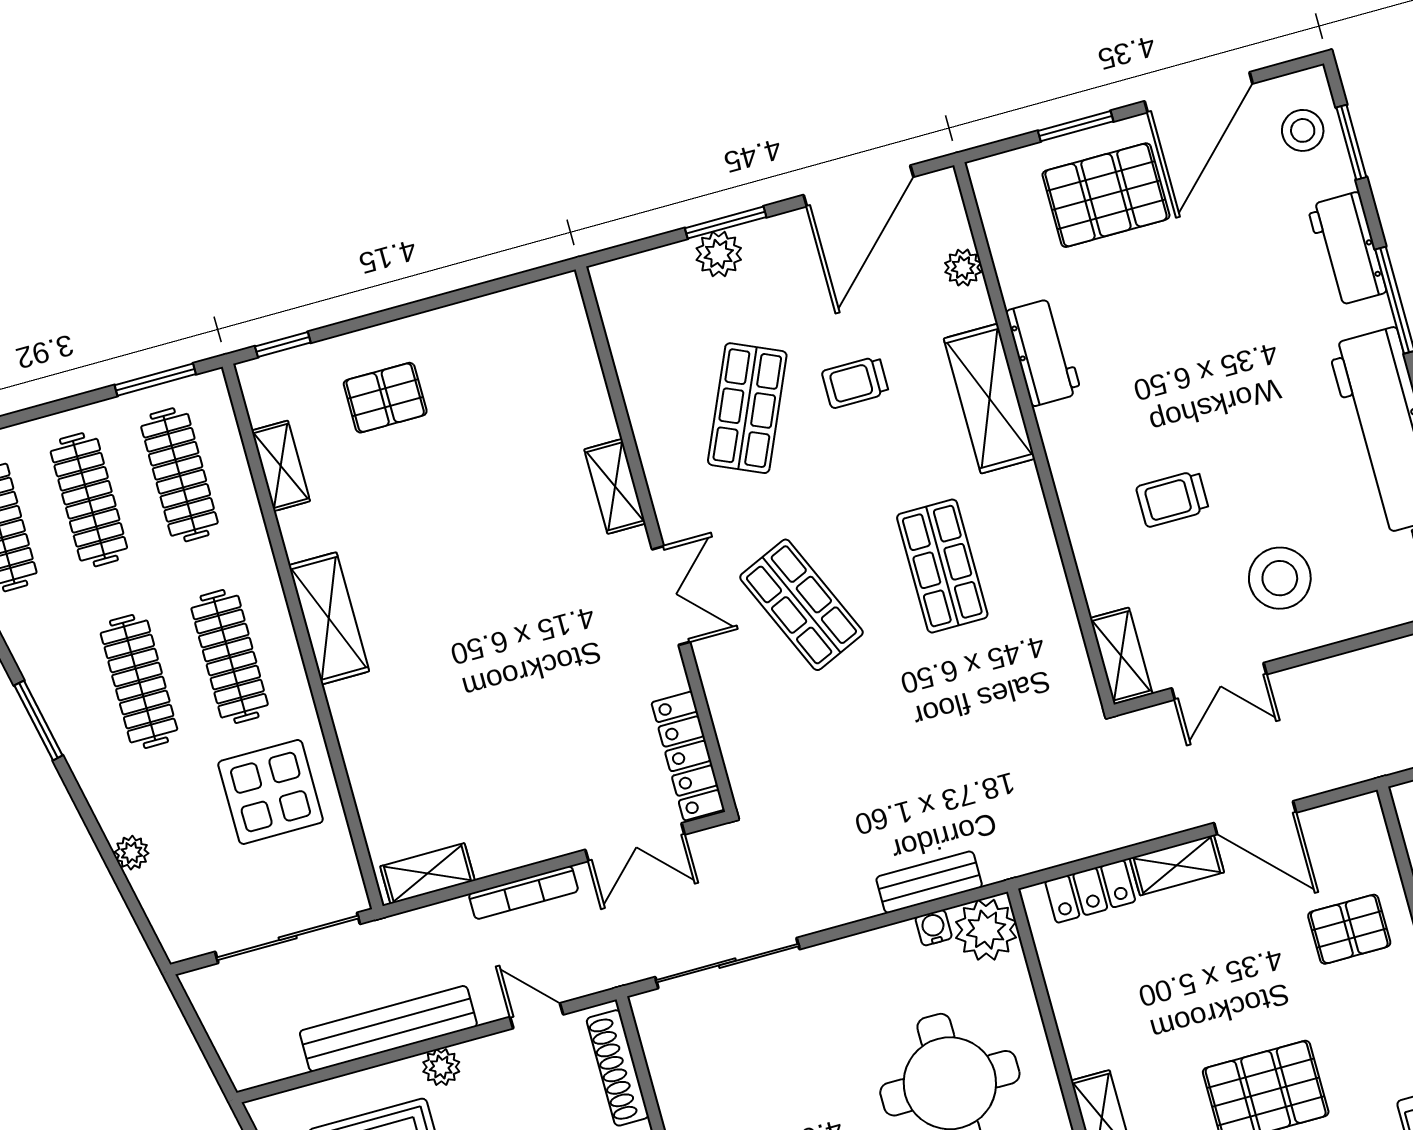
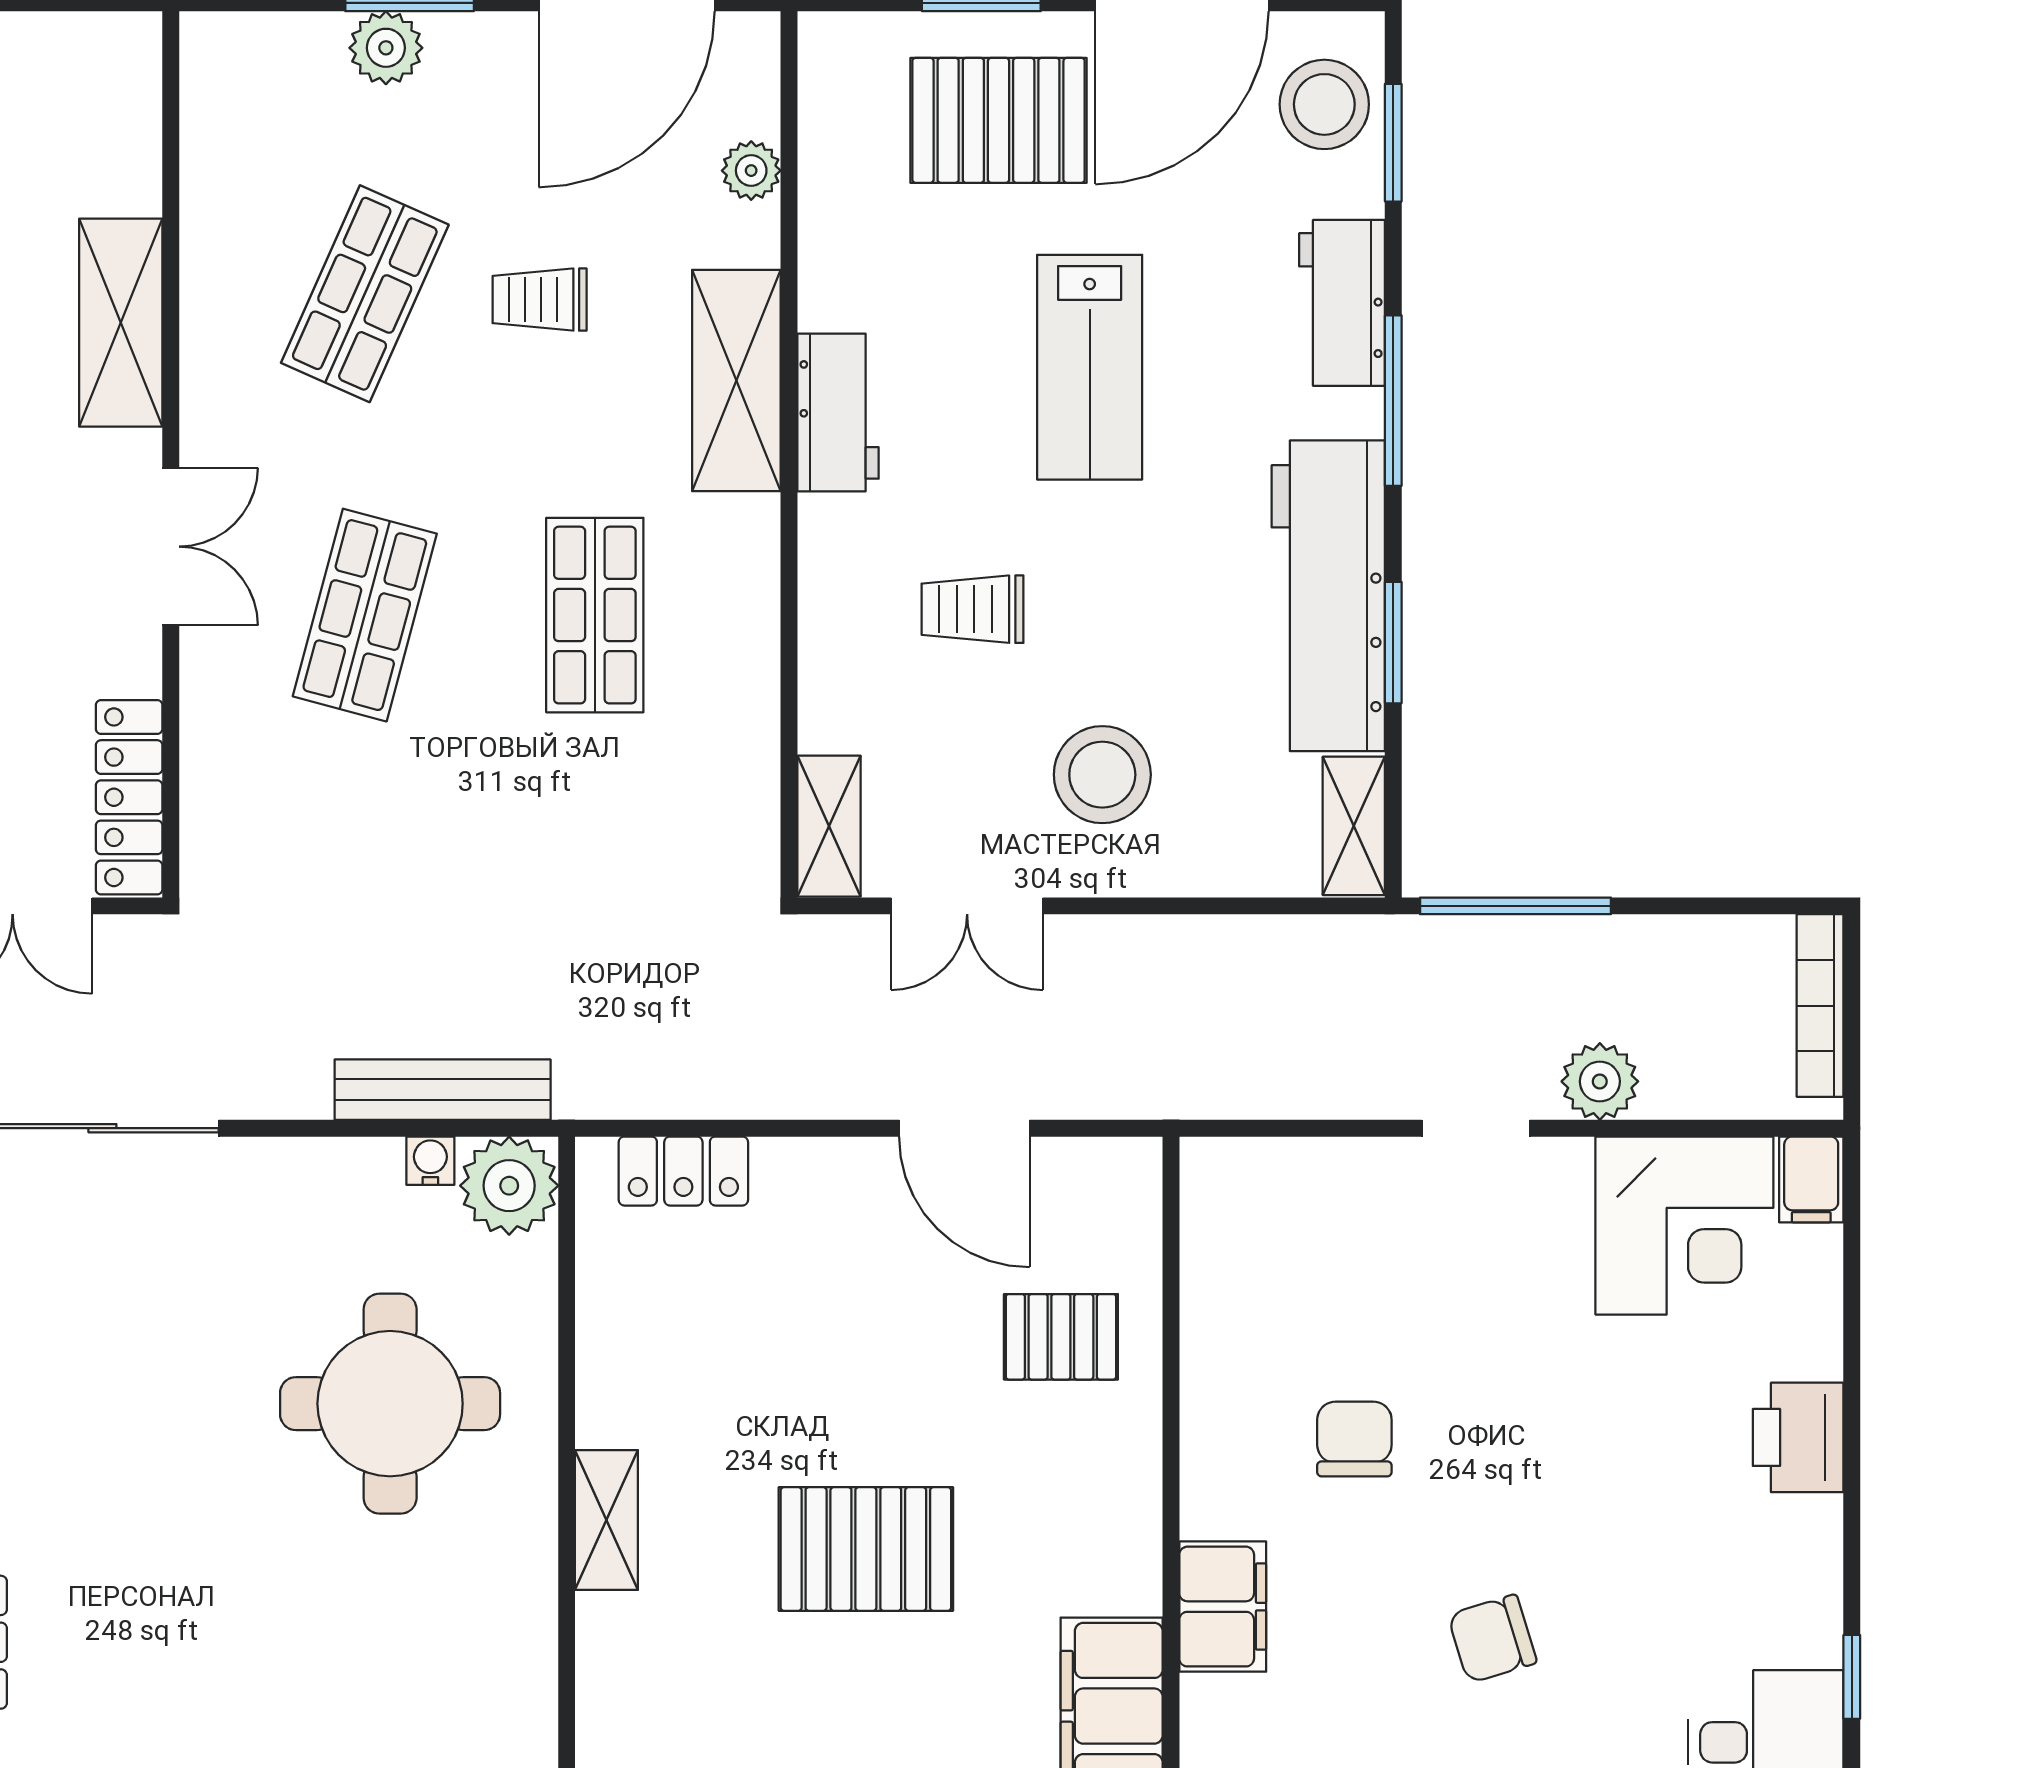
stool: (1303, 130) -> (1324, 104), width x1.38, depth x1.38
lab bench: (1203, 331) -> (1090, 367), added
workbench: (1043, 352) -> (838, 412), moved
shelving: (615, 486) -> (121, 323), width x1.50, depth x1.33
shop shelf: (801, 605) -> (365, 615), turned 39
shelving: (1177, 865) -> (826, 1167), removed
bench: (929, 882) -> (443, 1090), width x1.36

